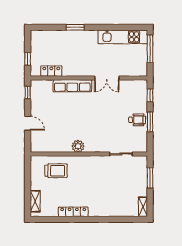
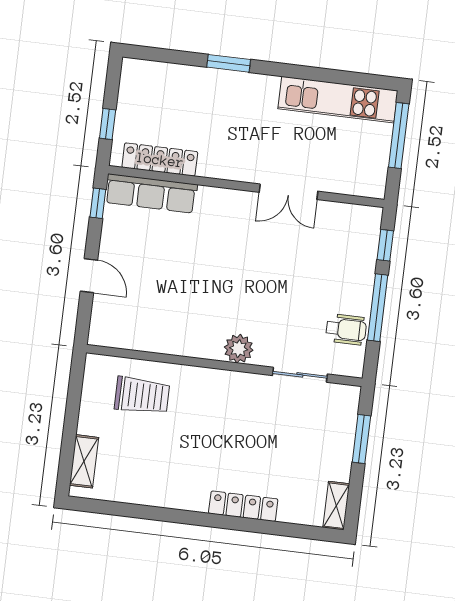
locker: (51, 71) -> (160, 160), width x1.53
row of seats: (72, 86) -> (151, 193), moved
wheelchair: (137, 120) -> (346, 329), moved
window: (150, 122) -> (378, 308), width x1.44
plant: (78, 146) -> (239, 349), moved
locker: (73, 212) -> (243, 506), moved

